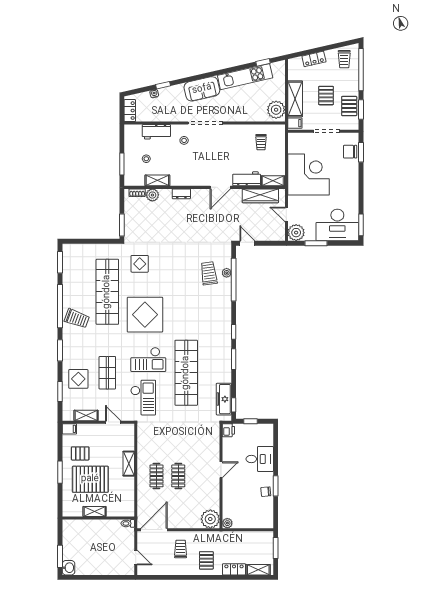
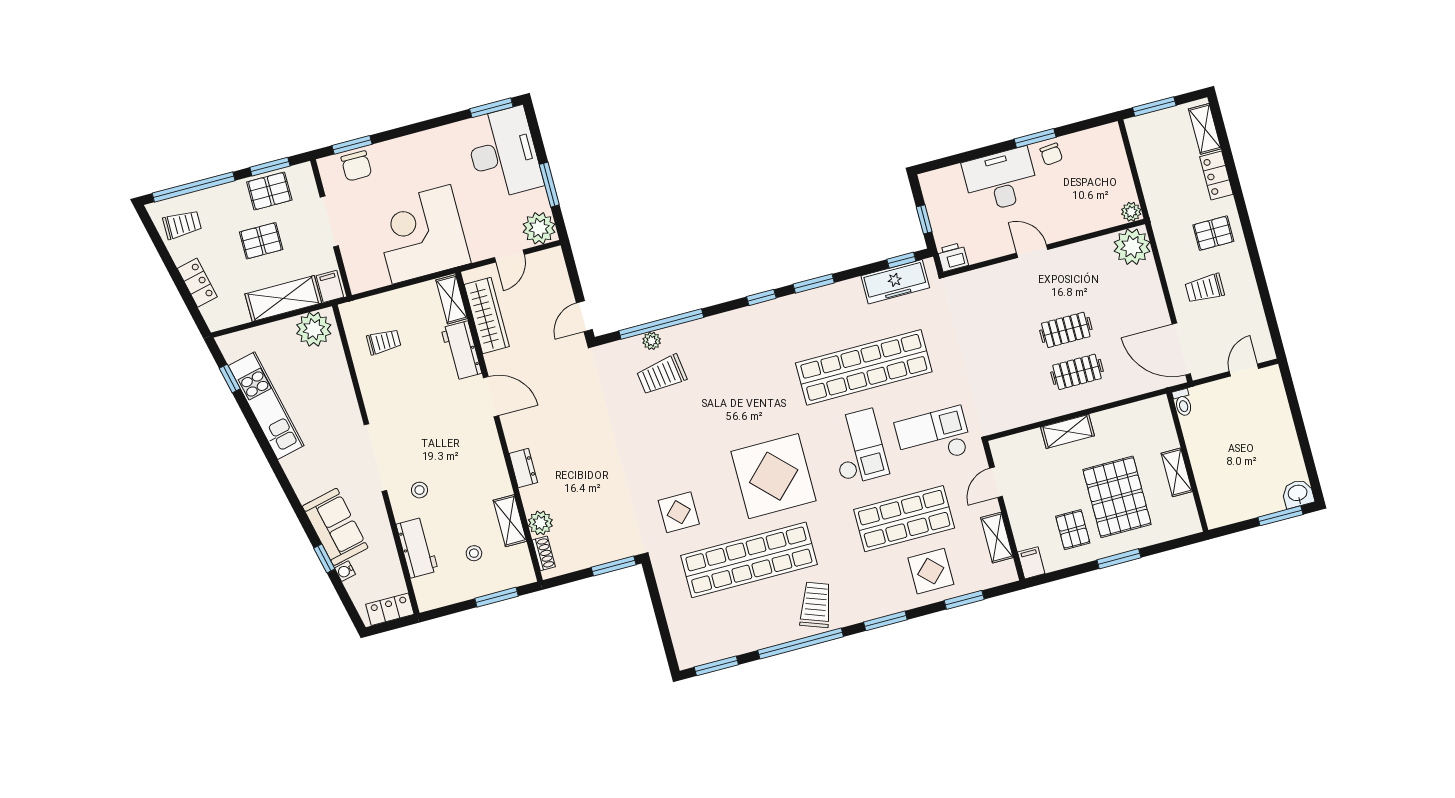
sofa: (202, 89) -> (335, 527), moved
shop shelf: (107, 373) -> (904, 519), width x1.43, depth x1.36
desk: (260, 459) -> (1001, 180), width x1.37

